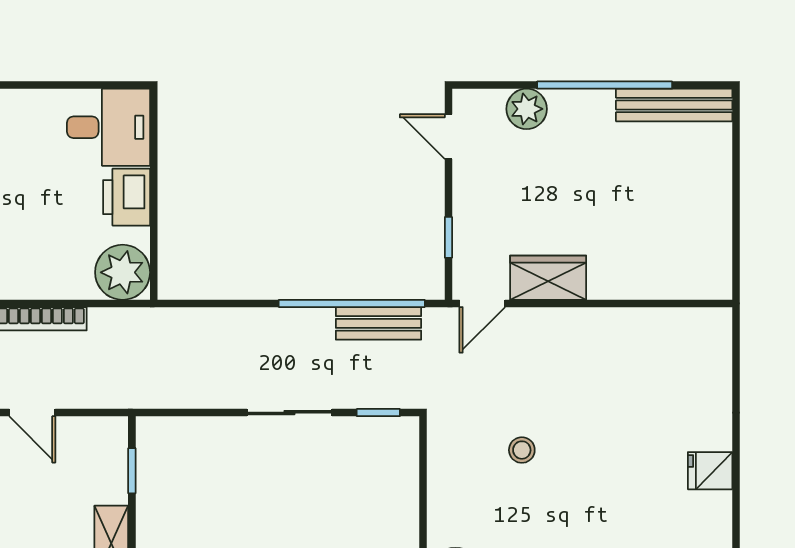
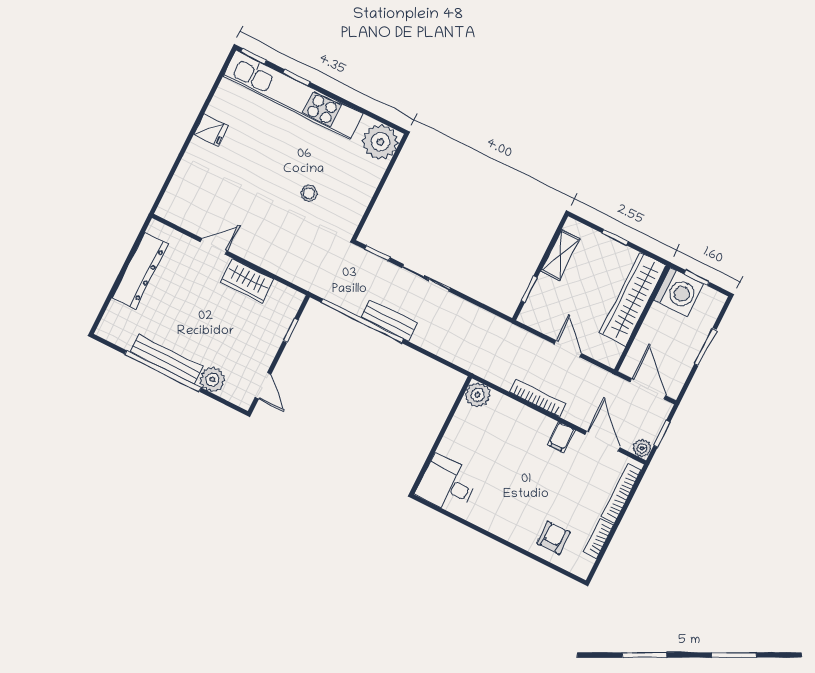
bench: (674, 105) -> (167, 359), moved
printer: (127, 197) -> (457, 441), removed
dresser: (711, 215) -> (140, 271), added
plant: (123, 272) -> (478, 395), width x0.73, depth x0.73
door: (482, 303) -> (214, 246), moved
bench: (379, 323) -> (389, 321), moved

